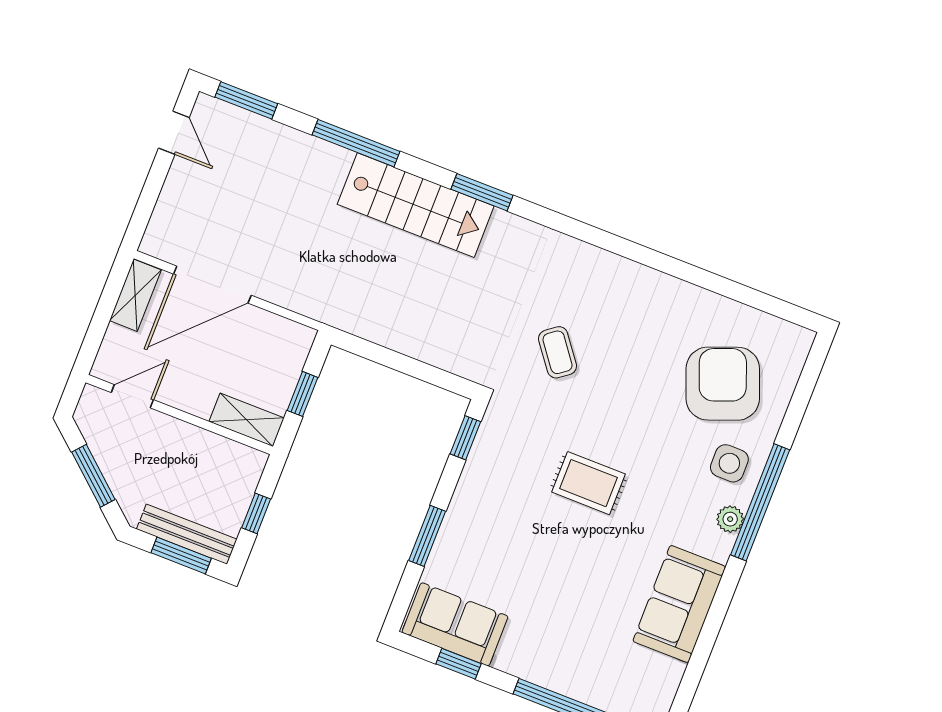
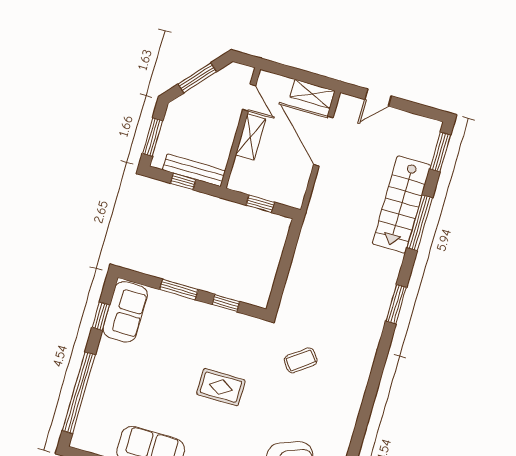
door: (174, 133) -> (378, 98), moved
stairs: (416, 205) -> (402, 204), moved
shelving: (247, 420) -> (251, 137), moved
window: (465, 438) -> (226, 303), moved
rug: (588, 483) -> (221, 387), turned 90
bench: (187, 534) -> (194, 170), moved, turned 90

